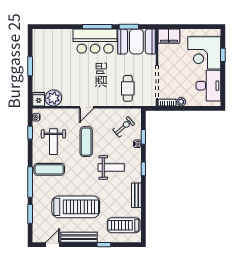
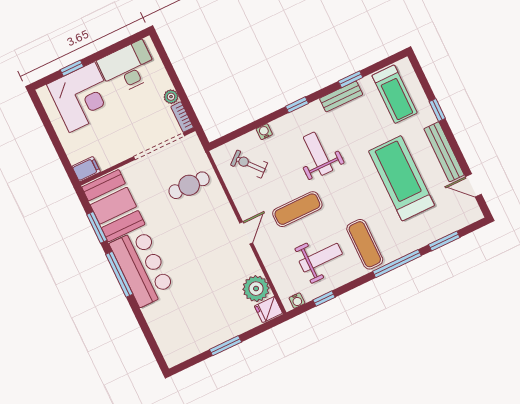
filing cabinet: (169, 36) -> (86, 169), width x0.50
door: (87, 107) -> (246, 233), hinge flipped
window: (143, 137) -> (350, 79), moved

